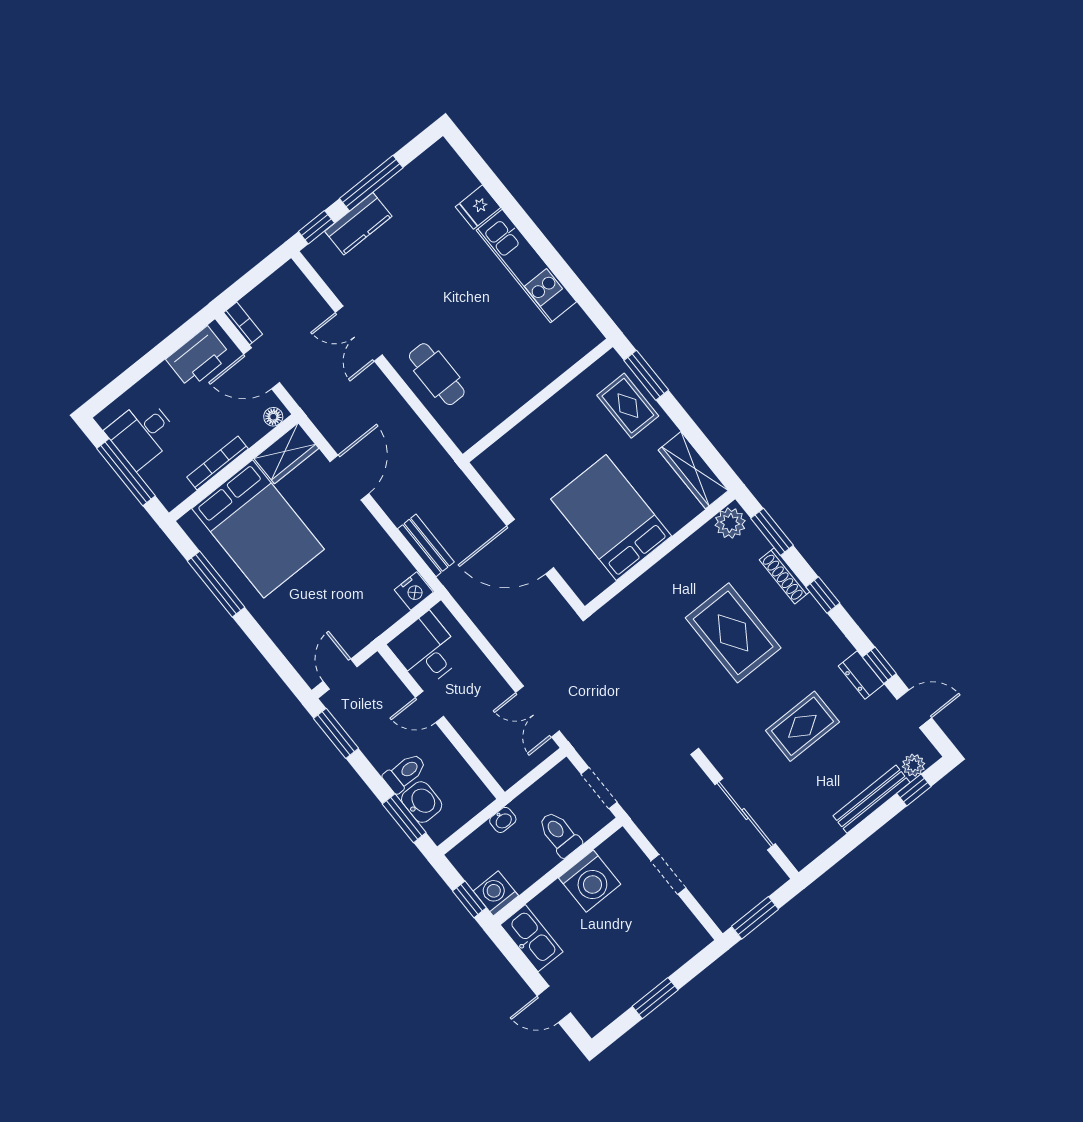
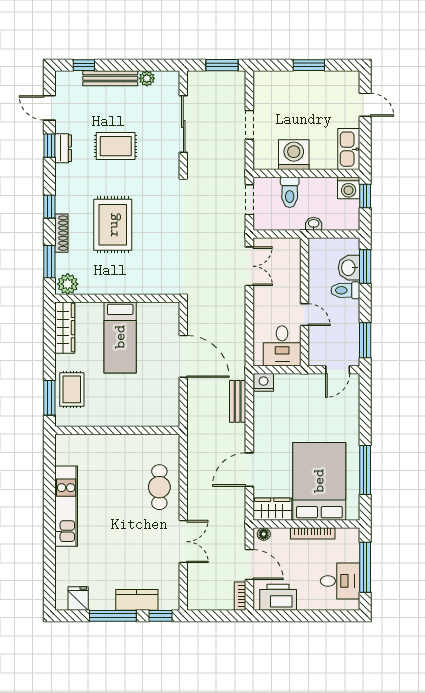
fridge: (478, 207) -> (78, 598), moved, turned -90
bed: (611, 518) -> (120, 337), width x0.67
plant: (914, 765) -> (147, 78), moved

